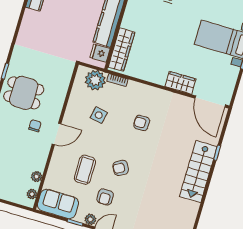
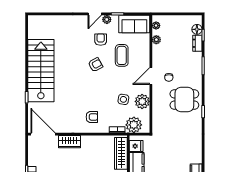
plant: (76, 106) -> (142, 101), added
armchair: (142, 123) -> (92, 117), moved
stairs: (198, 172) -> (41, 71), width x1.36, depth x1.51

